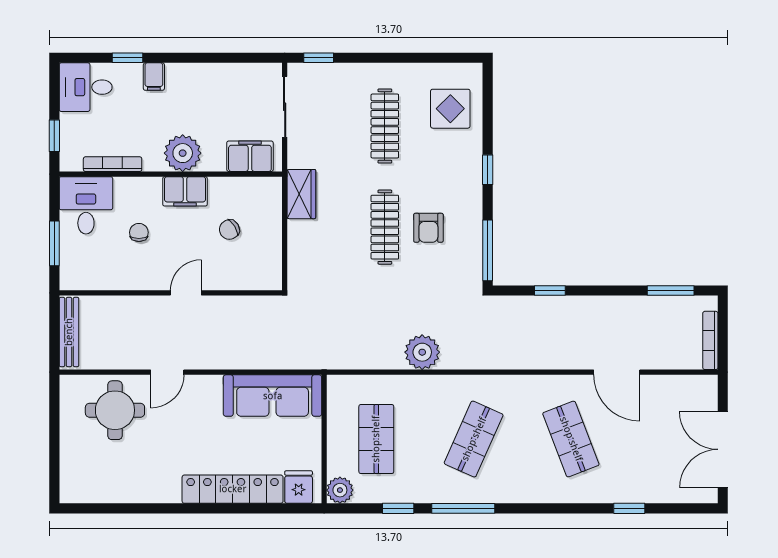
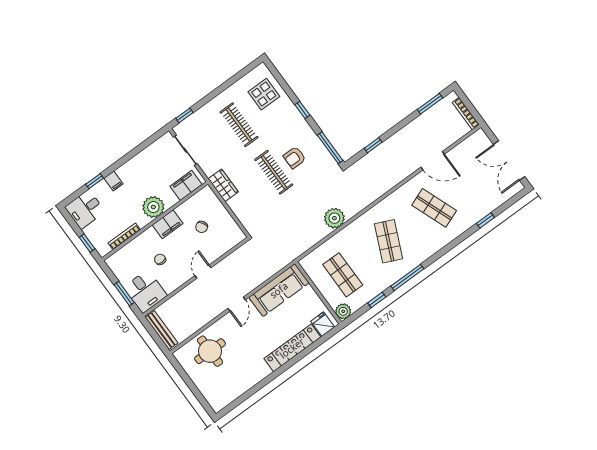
desk: (86, 205) -> (145, 291), moved, turned 180
armchair: (428, 228) -> (295, 158), turned 90
door: (167, 372) -> (237, 304), moved

